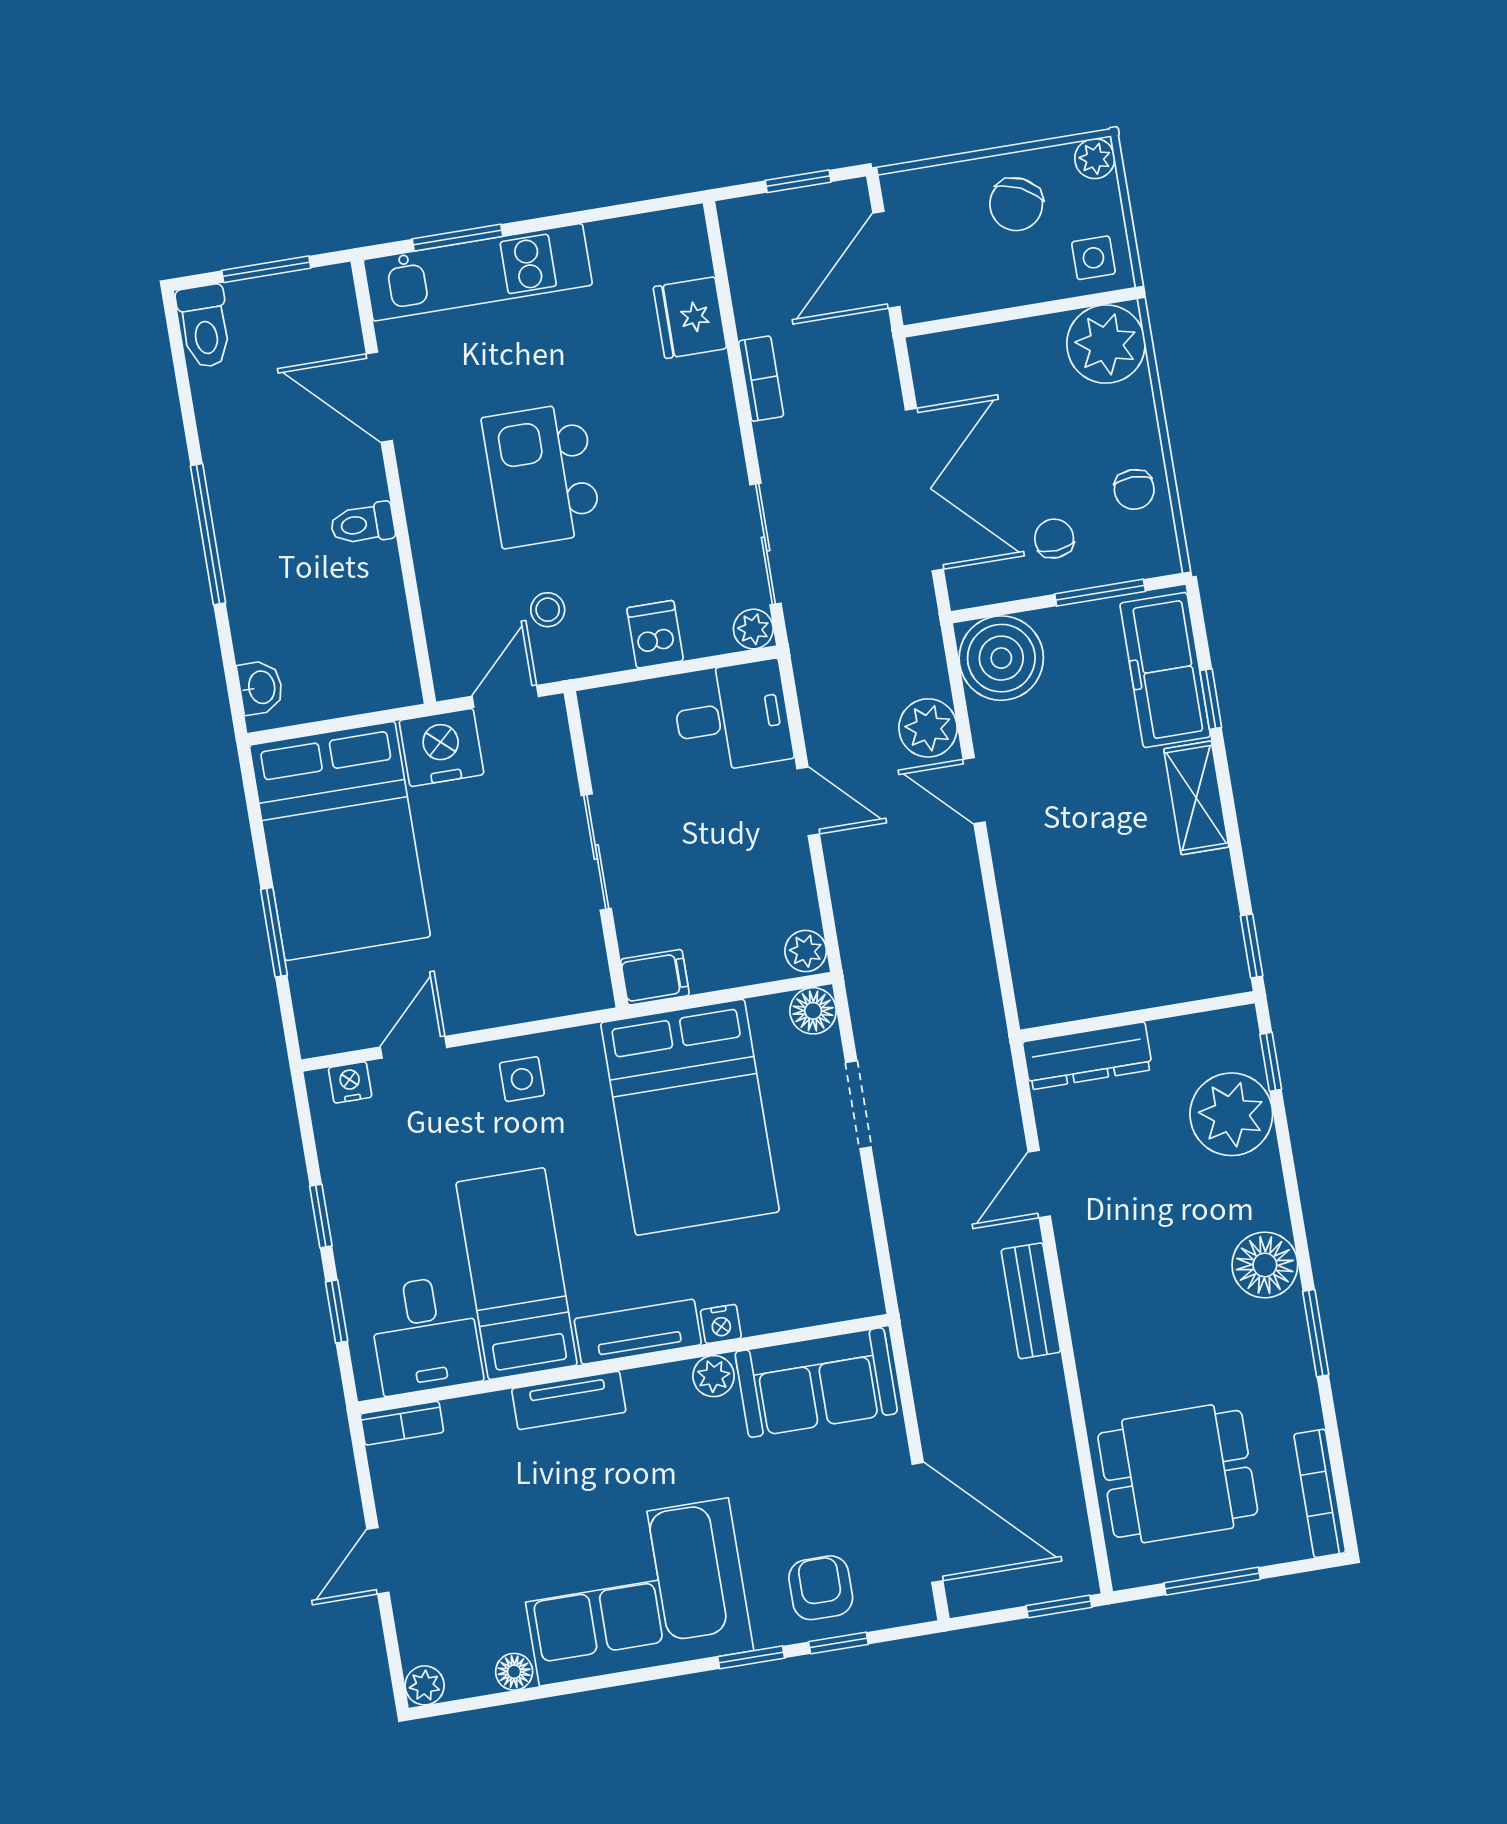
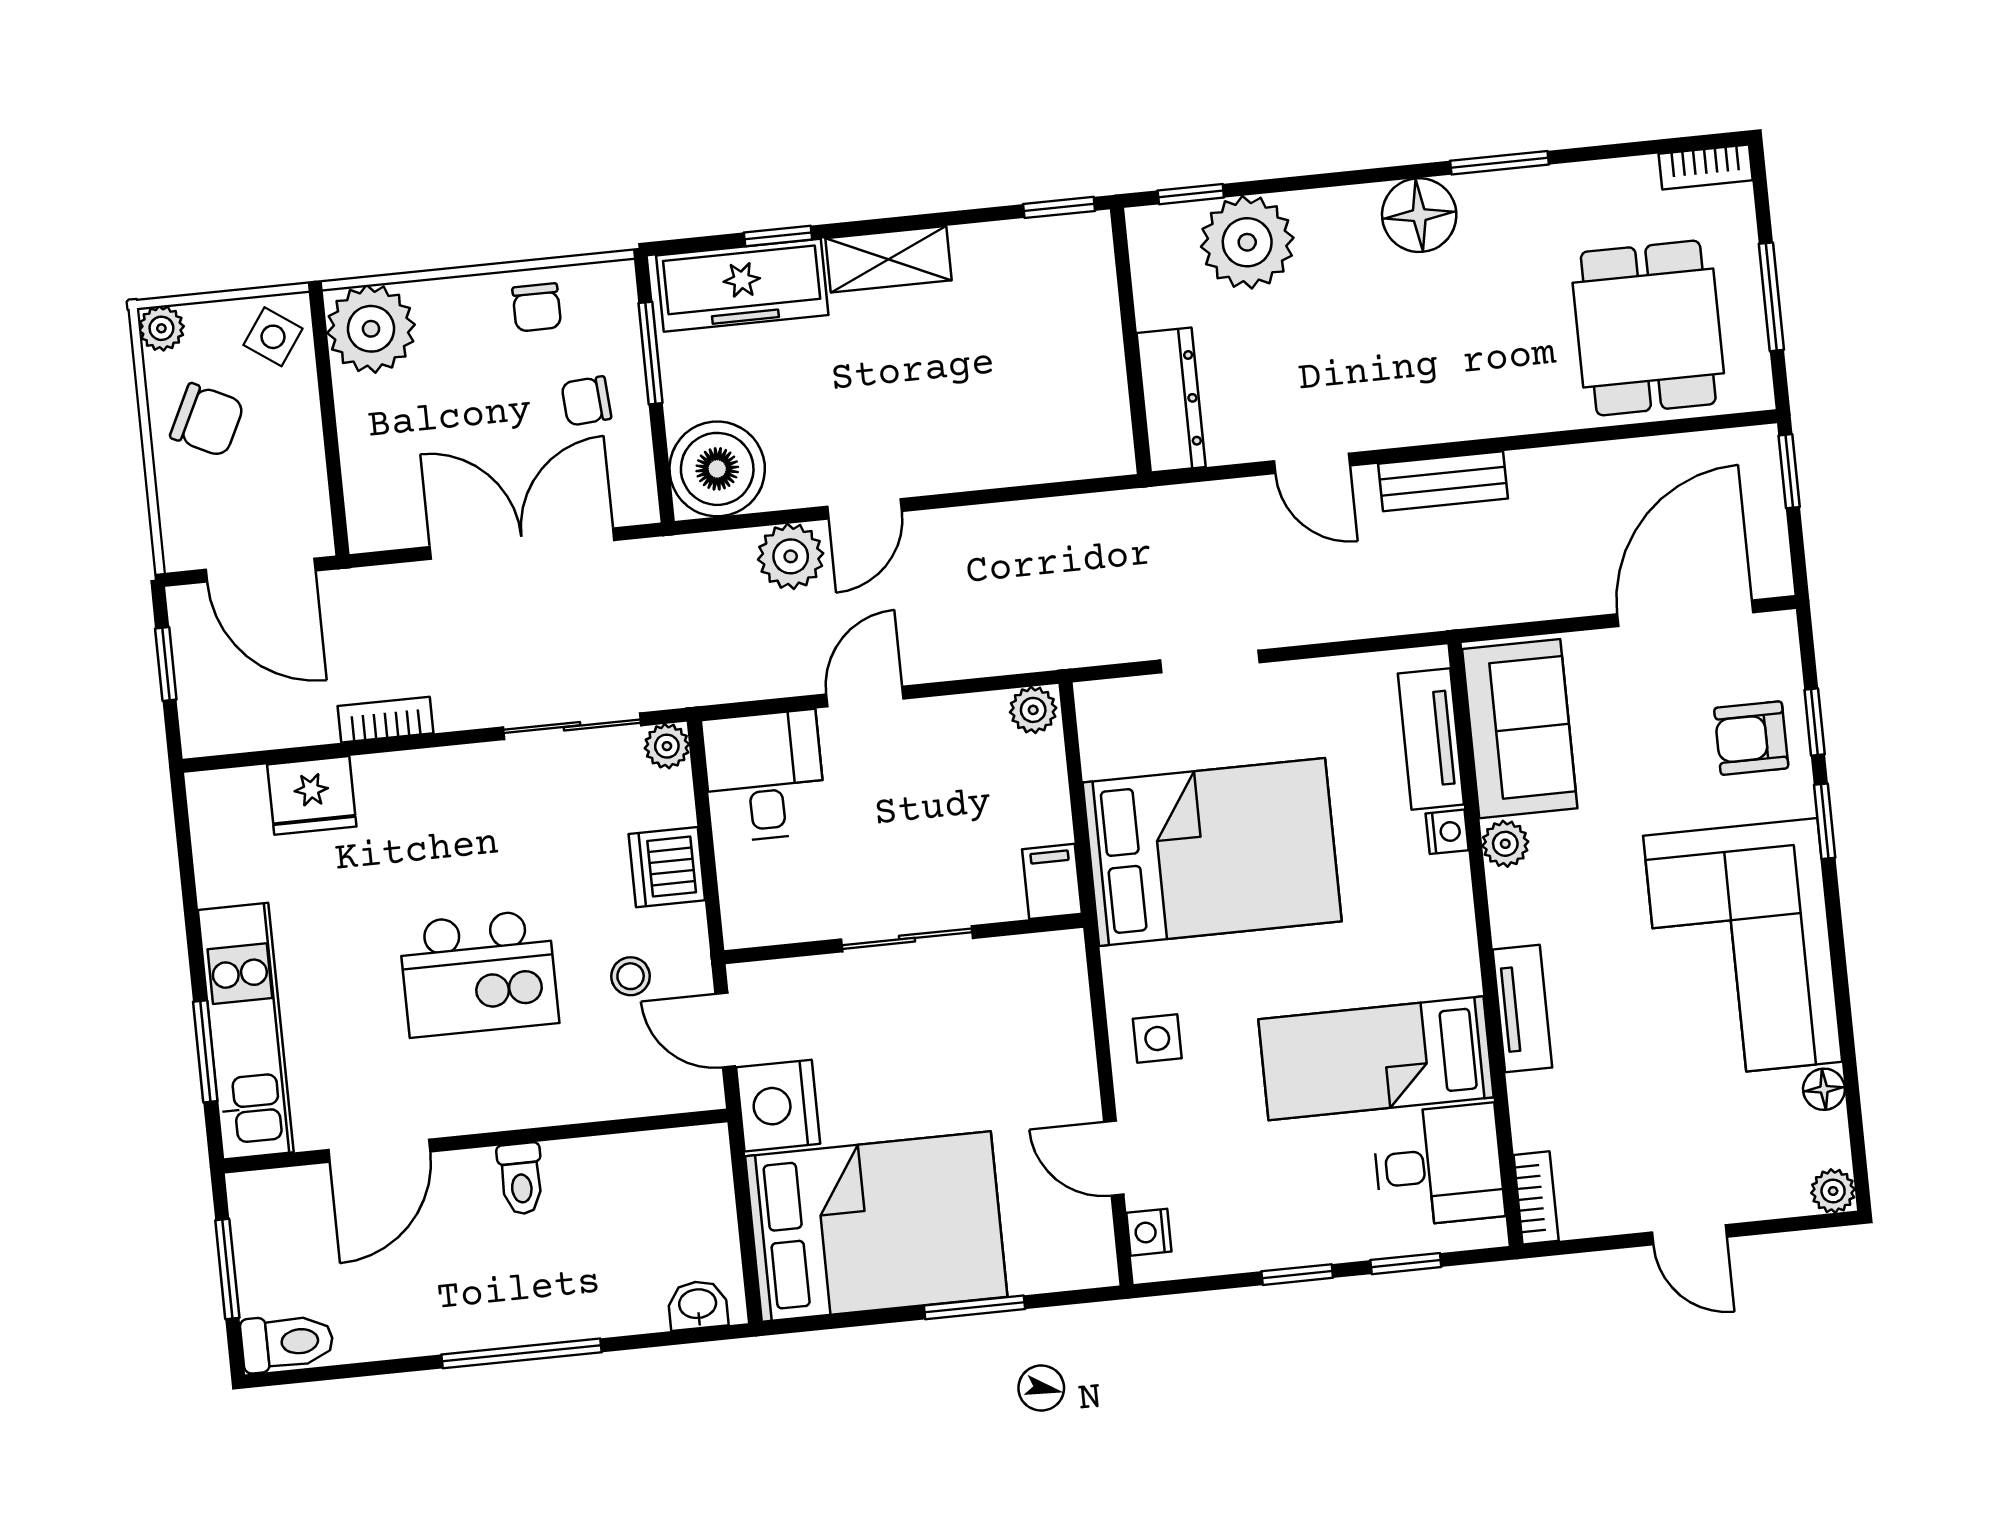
side table: (1093, 258) -> (273, 337), turned 35
chair: (1134, 489) -> (537, 307), turned 90
dishwasher: (655, 634) -> (667, 867), width x1.38
floor lamp: (813, 1011) -> (1101, 706), removed
tv unit: (638, 1332) -> (1431, 739), moved
bookcase: (1320, 1493) -> (1706, 167), width x0.64

